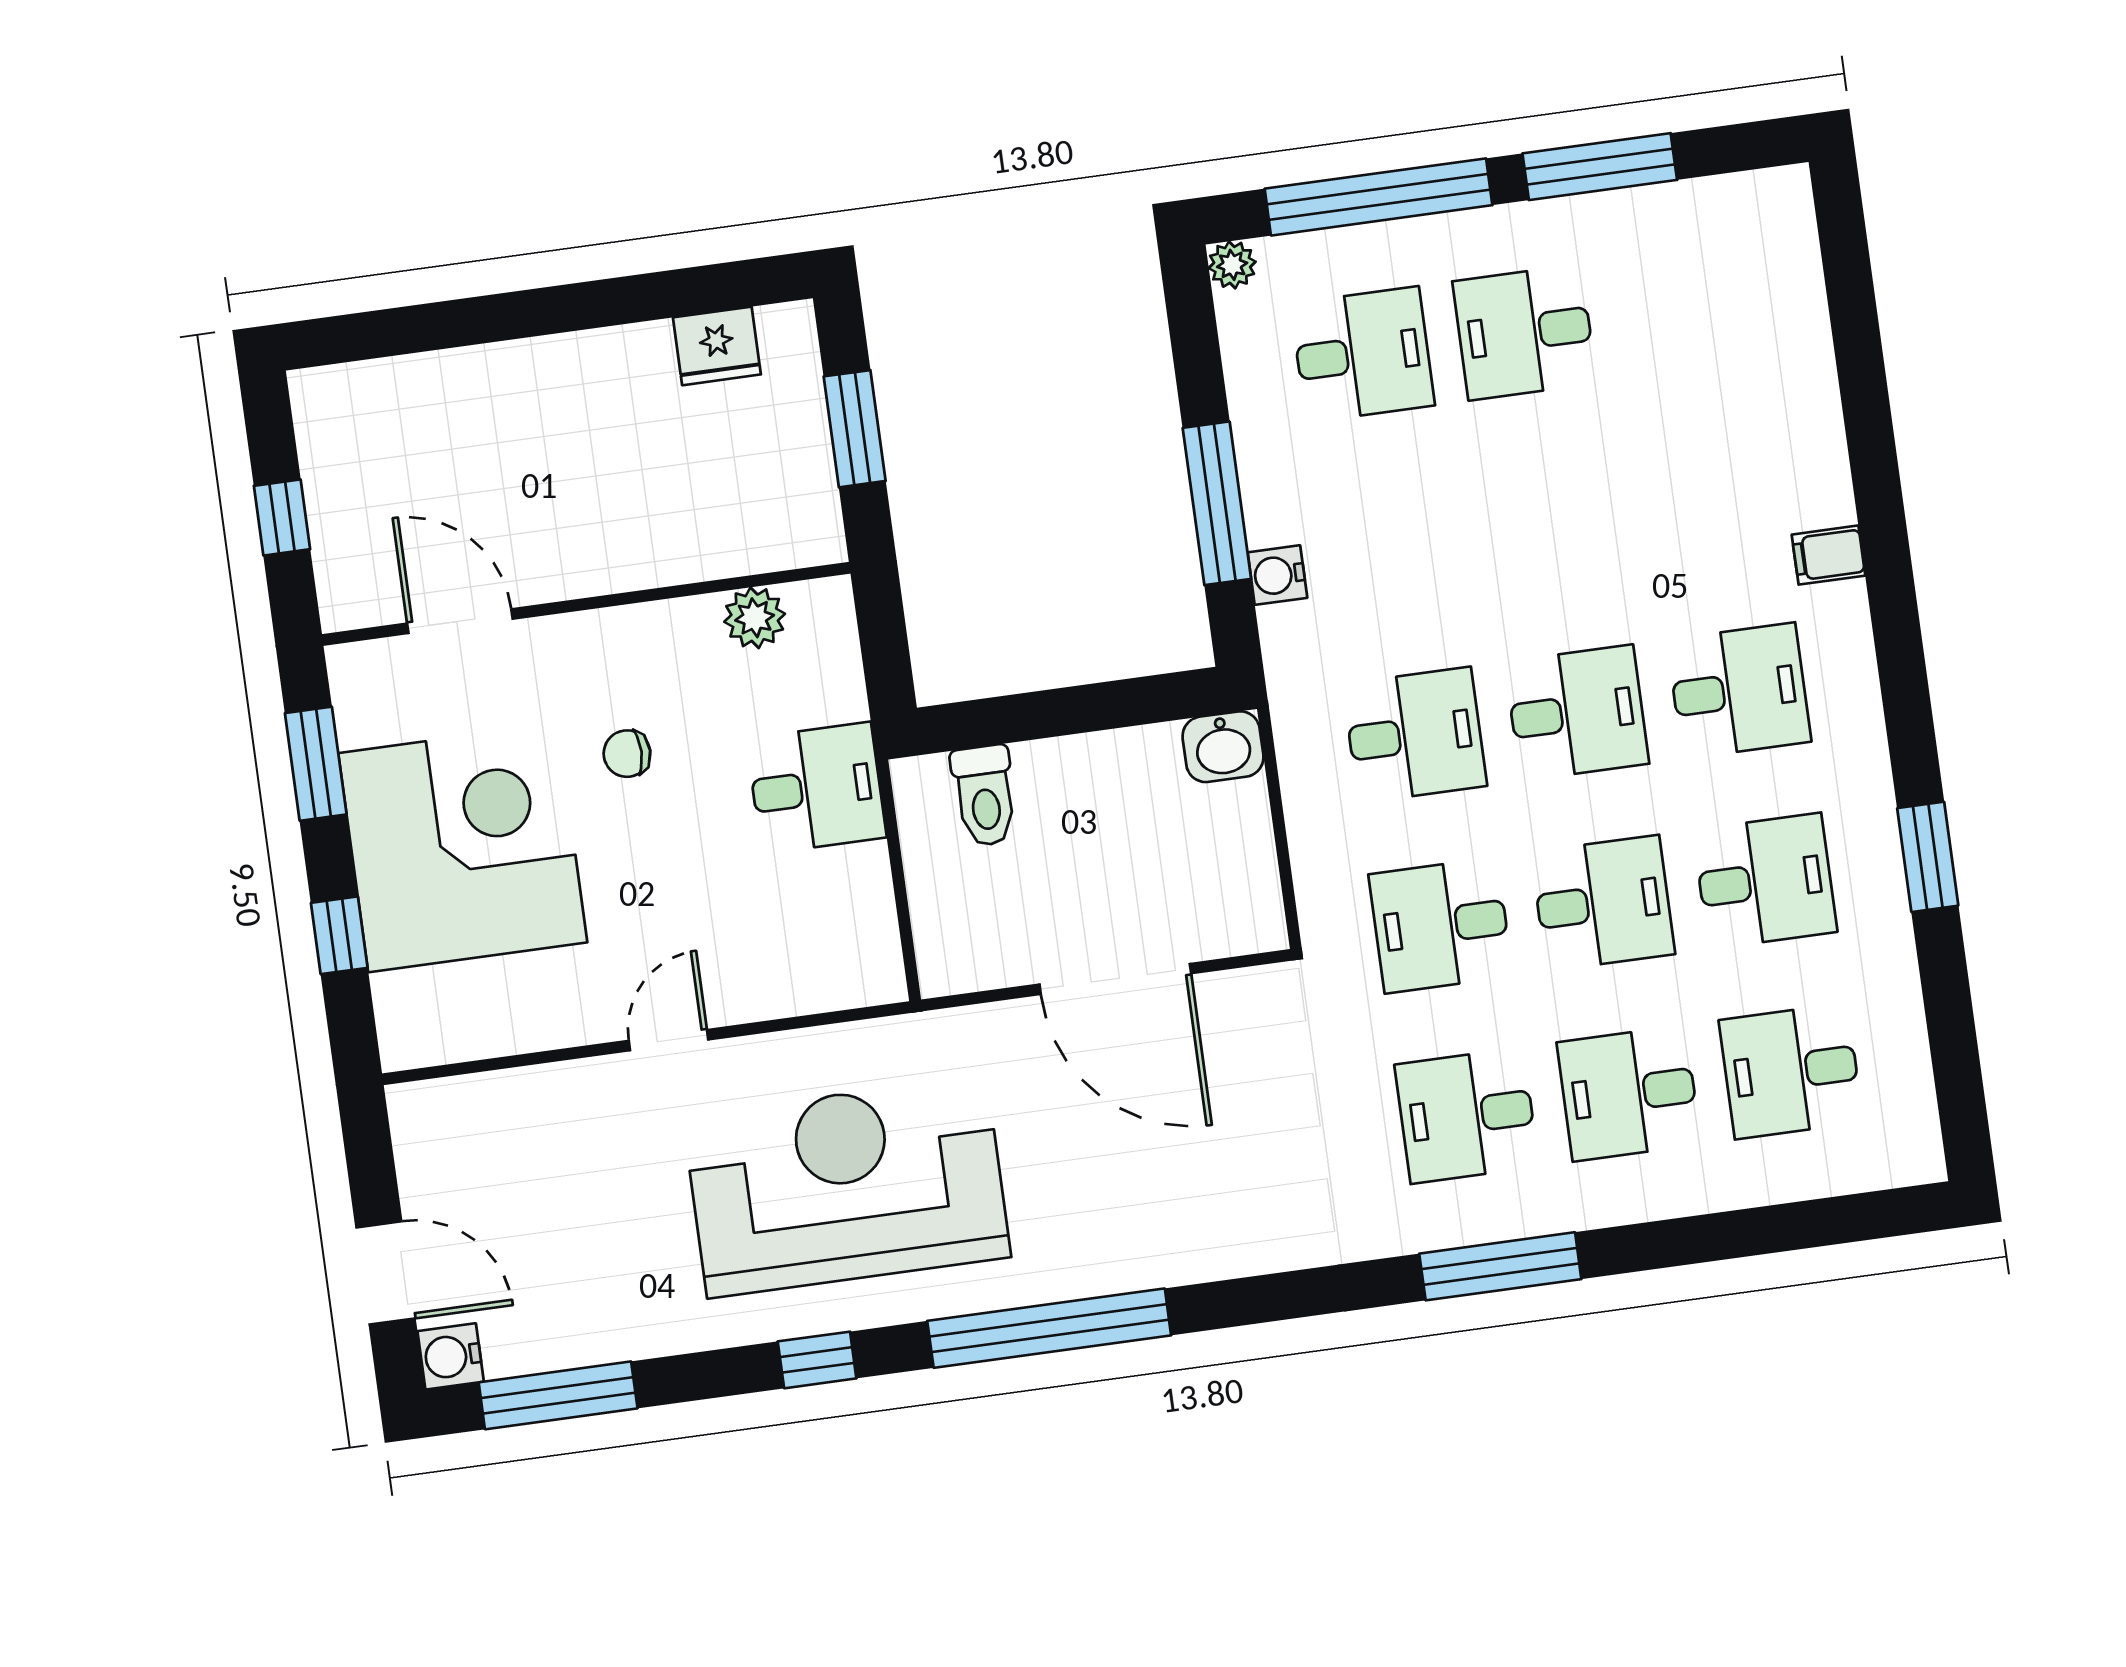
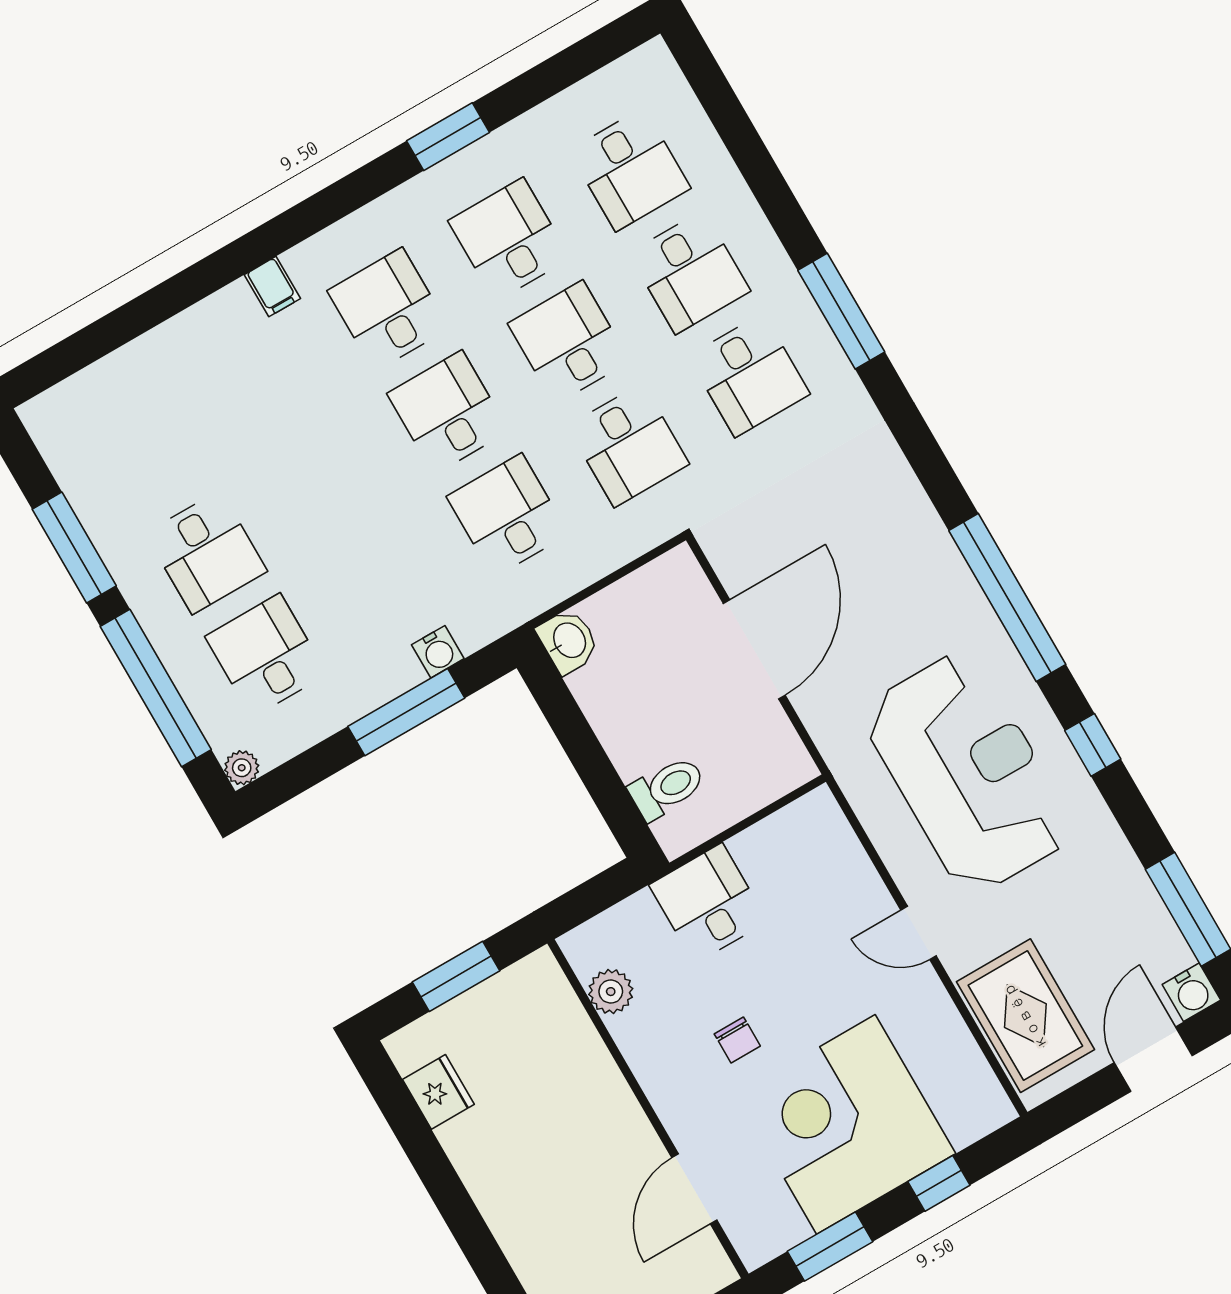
rug: (508, 1133) -> (1025, 1016), added
reception desk: (847, 1187) -> (968, 773), turned 180

